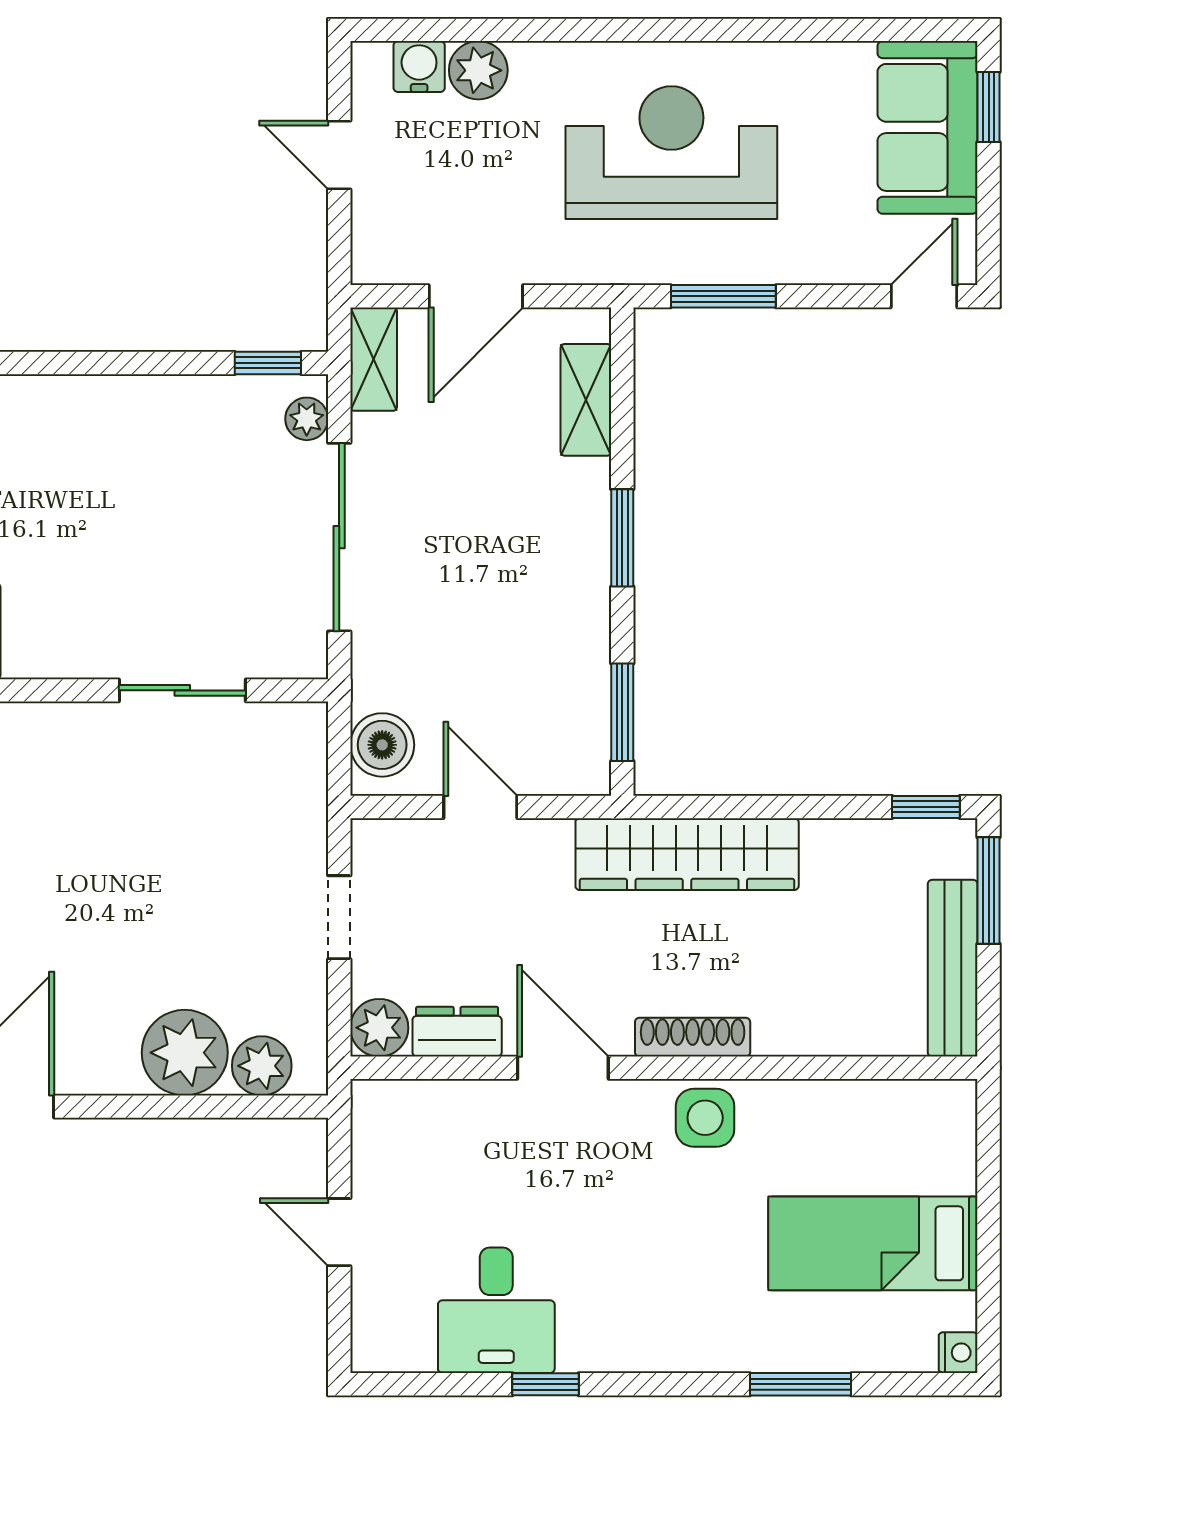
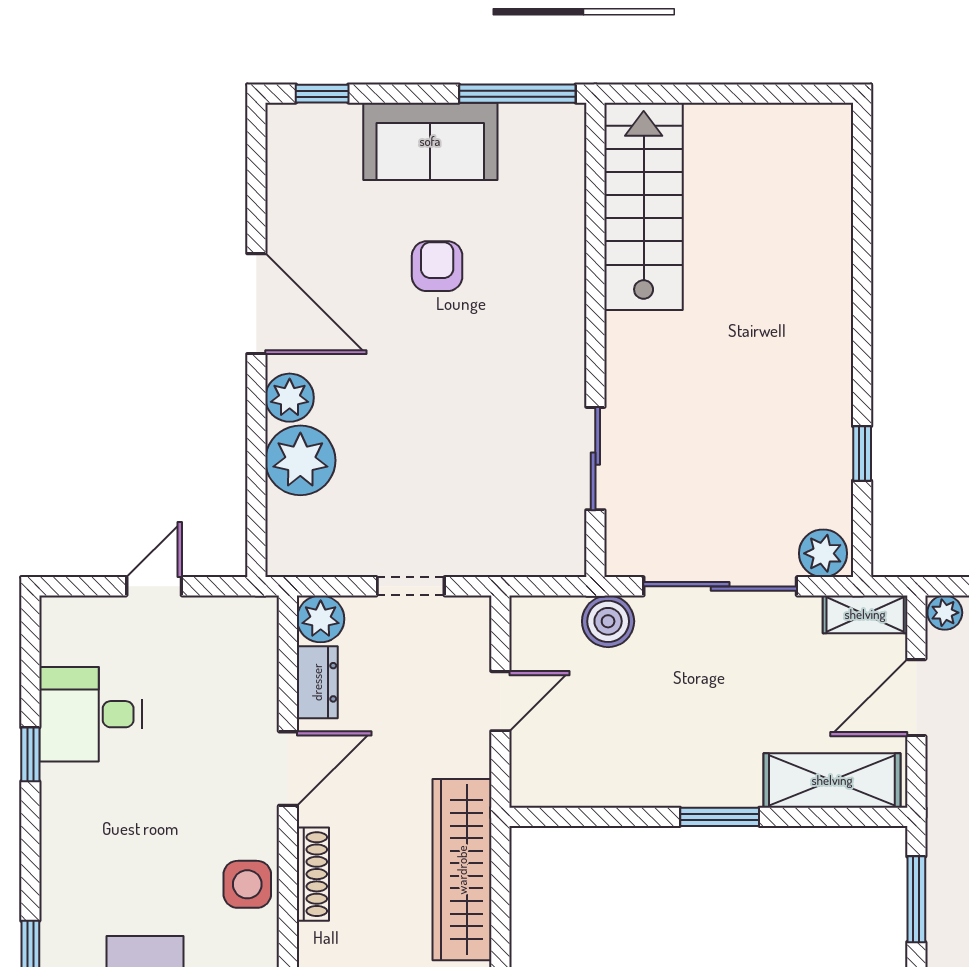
plant: (371, 261) -> (945, 613), added
door: (476, 296) -> (916, 698), hinge flipped
window: (268, 363) -> (862, 453), moved
shelving: (586, 400) -> (832, 780), width x1.50, depth x1.33
plant: (307, 419) -> (823, 553), width x1.38, depth x1.38
window: (622, 712) -> (578, 817), removed
boiler: (382, 745) -> (608, 621), moved
plant: (262, 1066) -> (290, 398), moved

